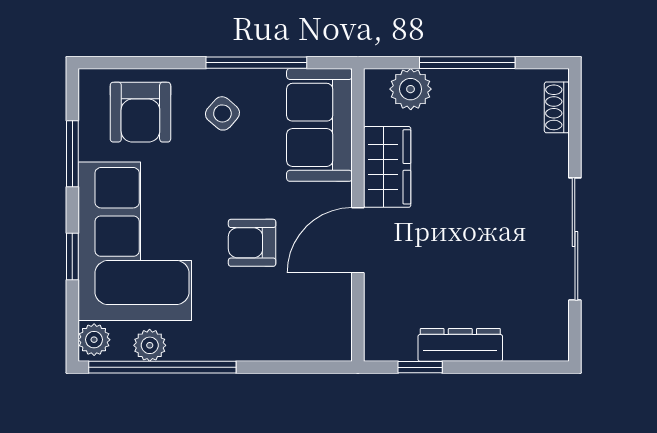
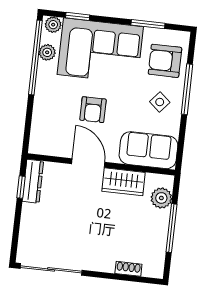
window: (256, 63) -> (187, 89), moved
shoe rack: (557, 107) -> (128, 269), moved
sliding door: (575, 239) -> (51, 269), moved
armchair: (252, 243) -> (93, 110), turned 180
window: (72, 256) -> (78, 16), moved
dresser: (460, 345) -> (33, 181), moved

